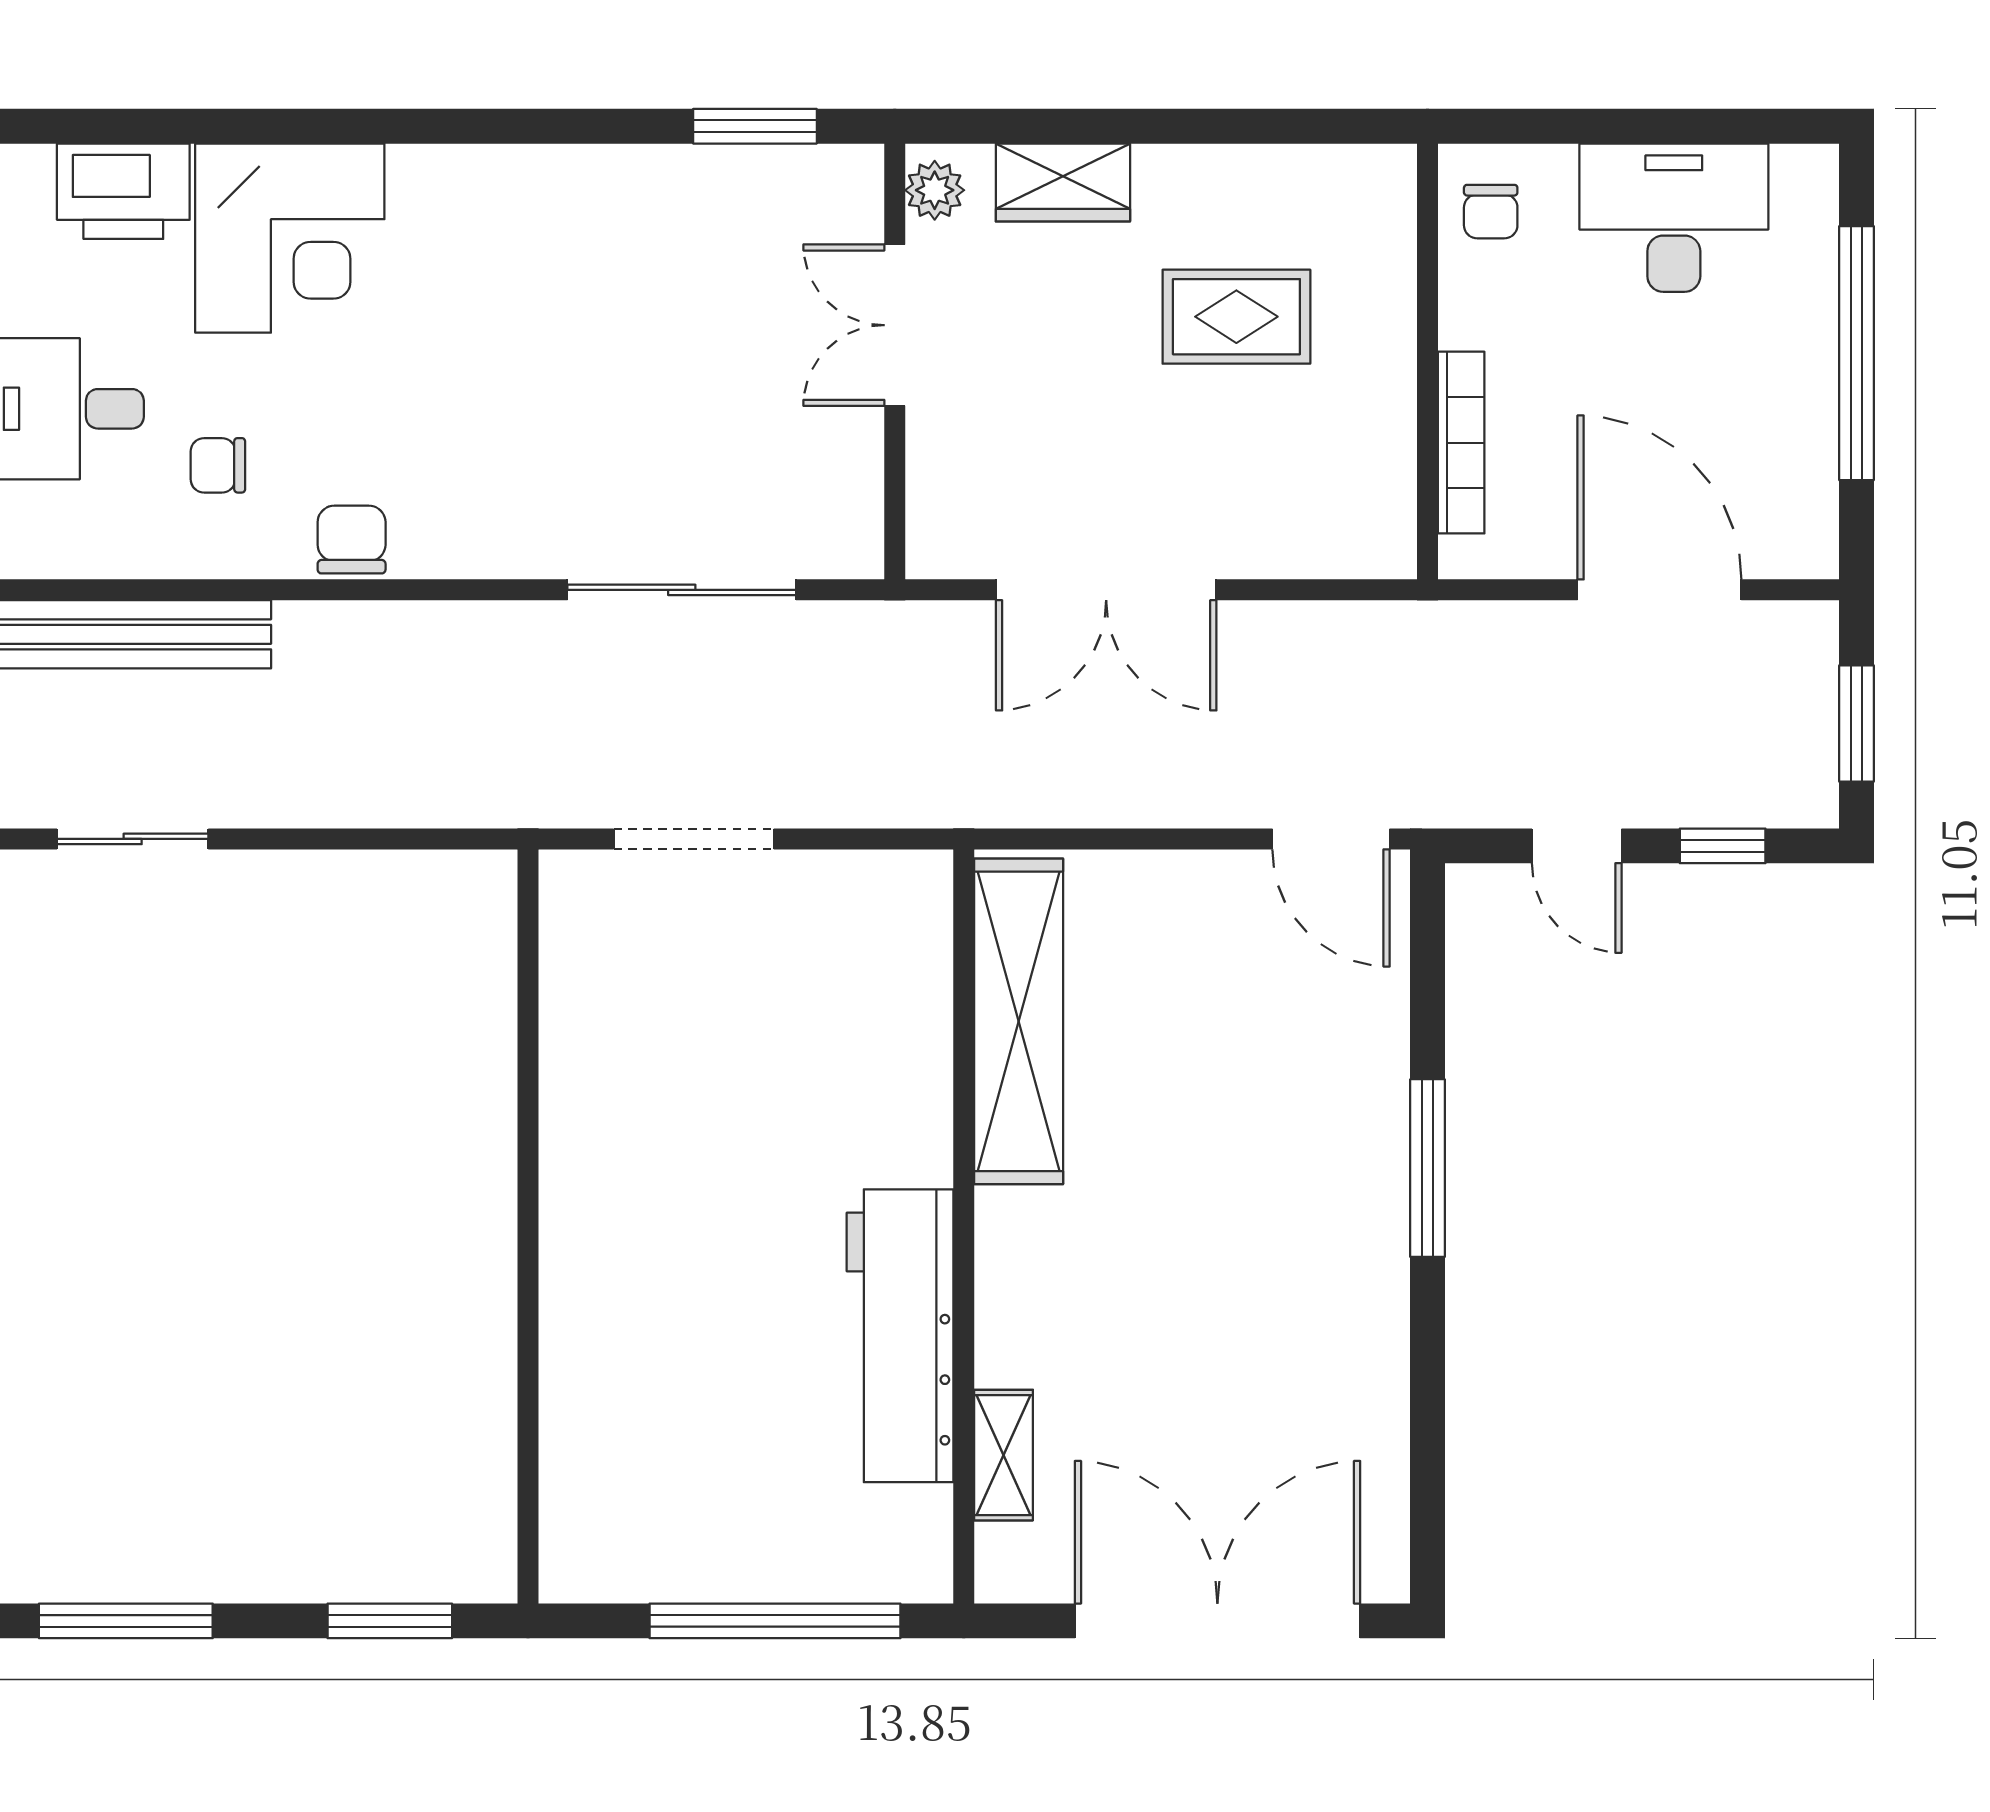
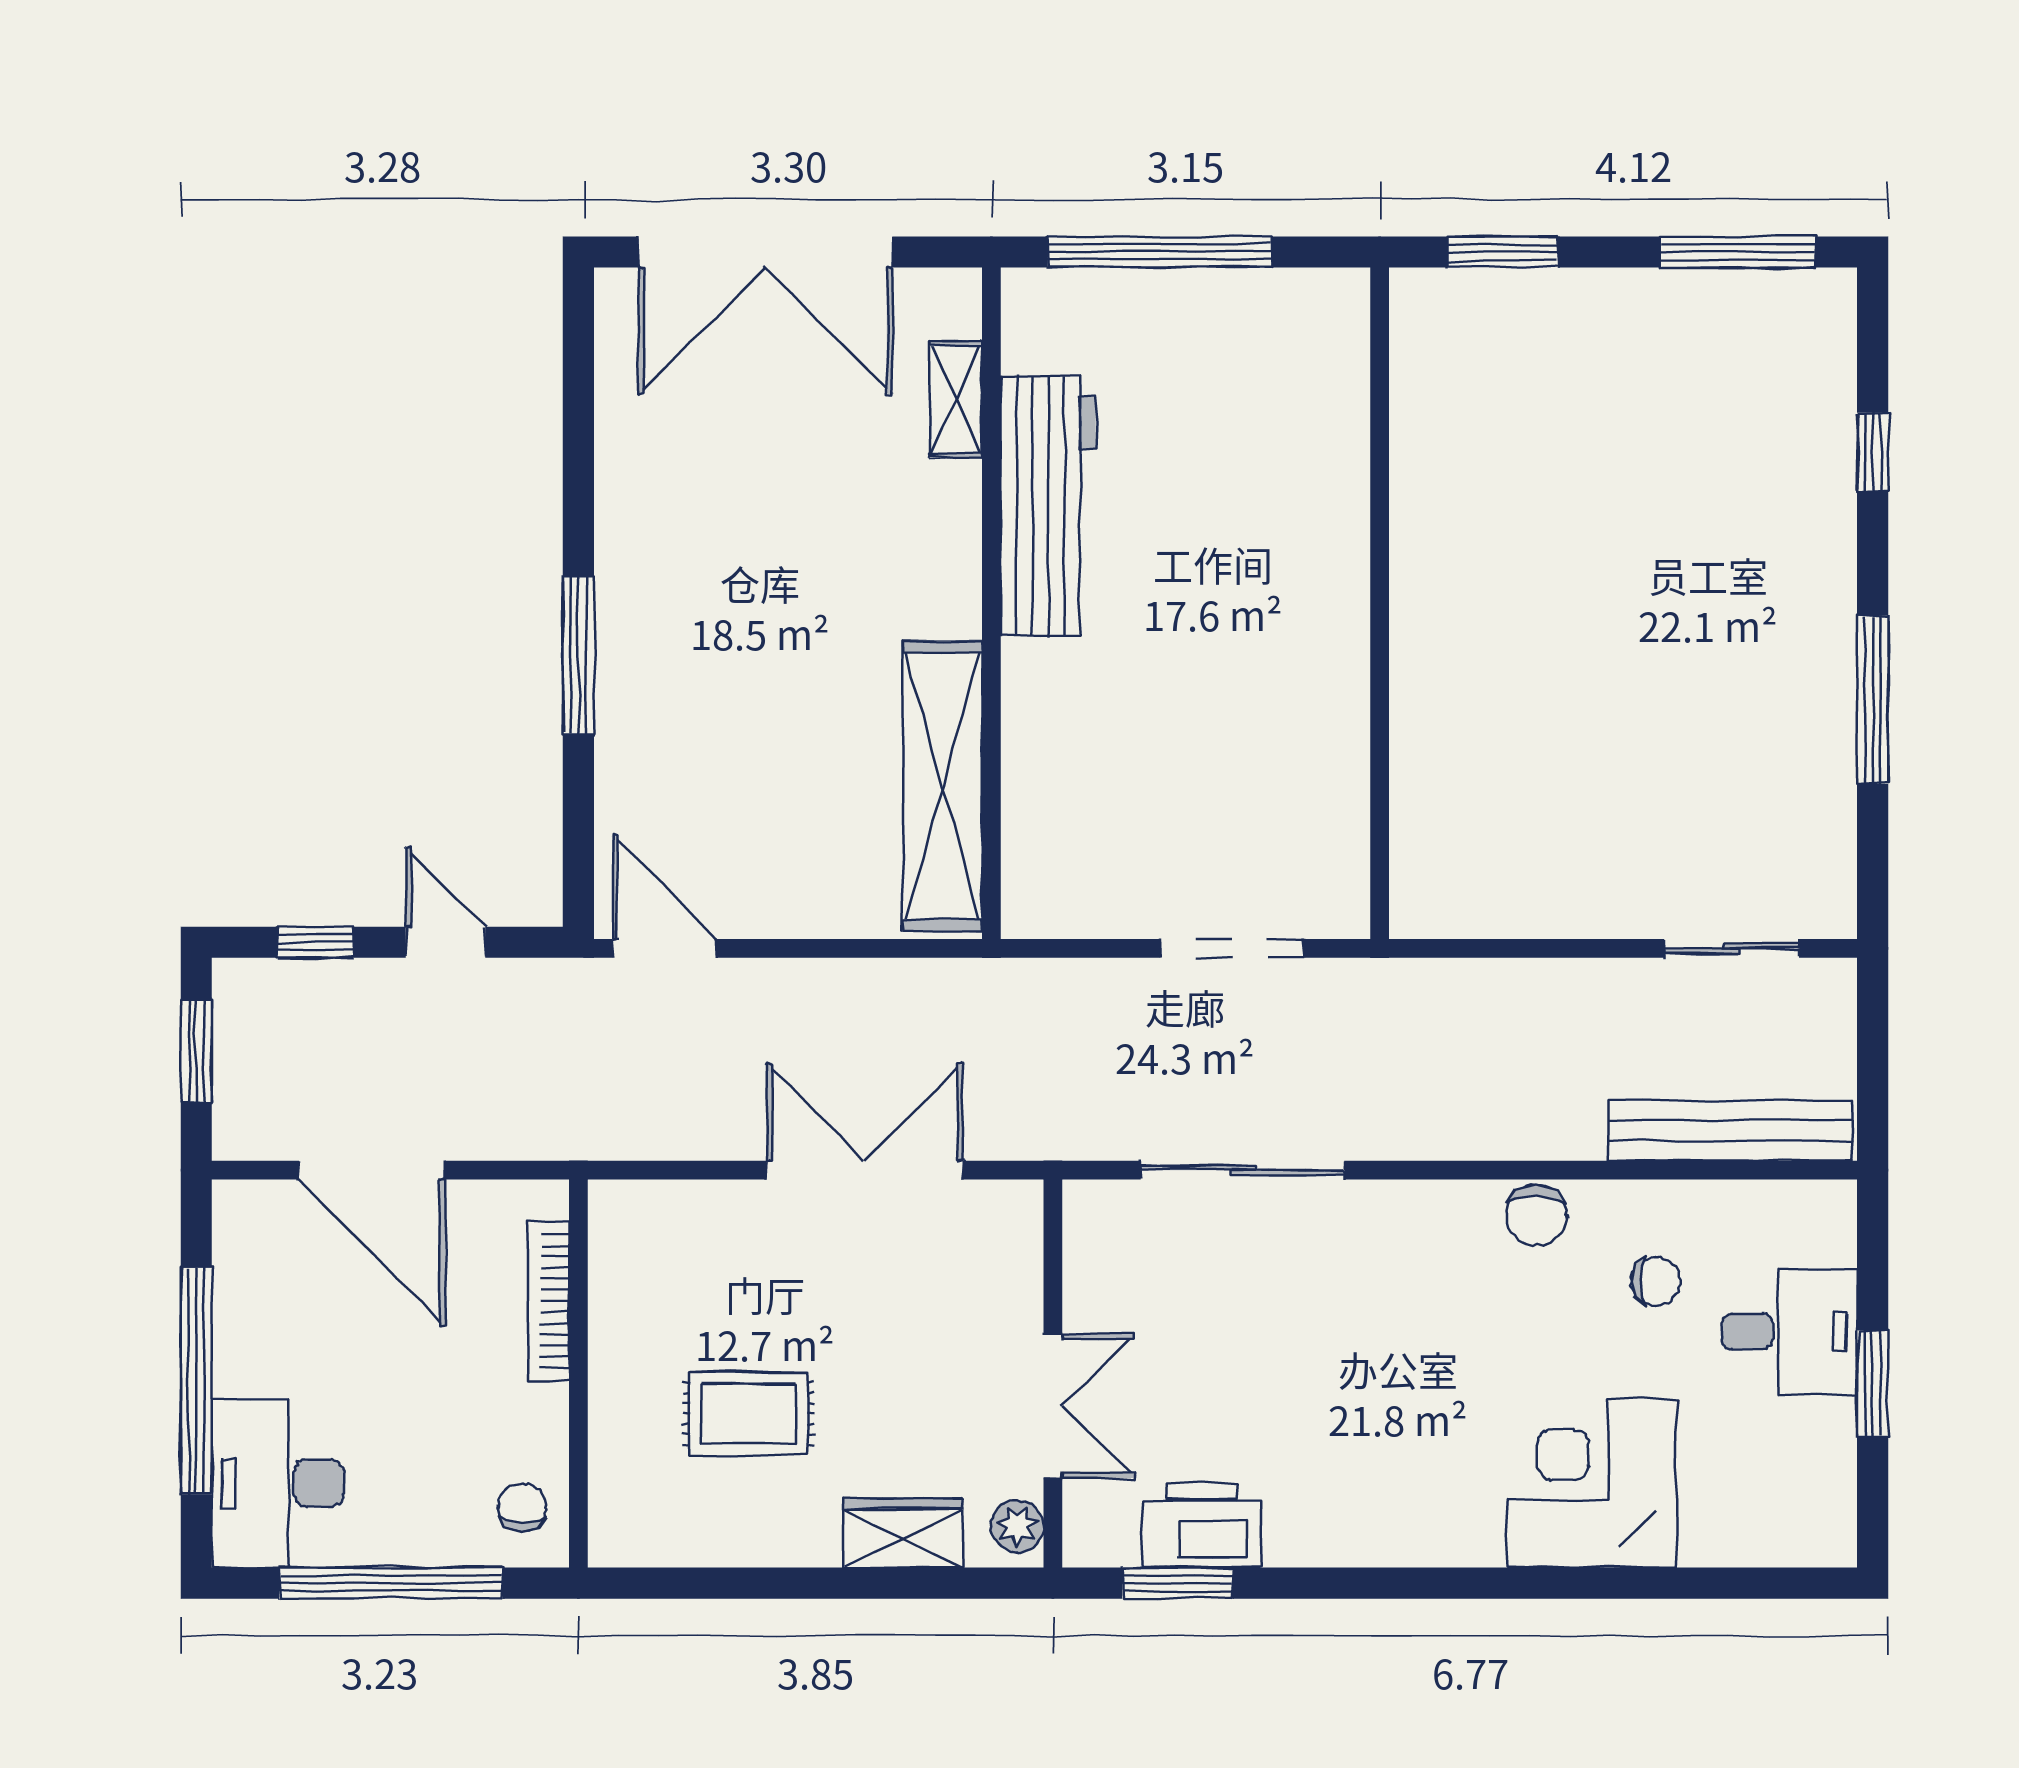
window: (1638, 126) -> (391, 1583), added
printer: (123, 191) -> (1202, 1525), moved
desk: (1674, 218) -> (278, 1484), moved, turned 90

